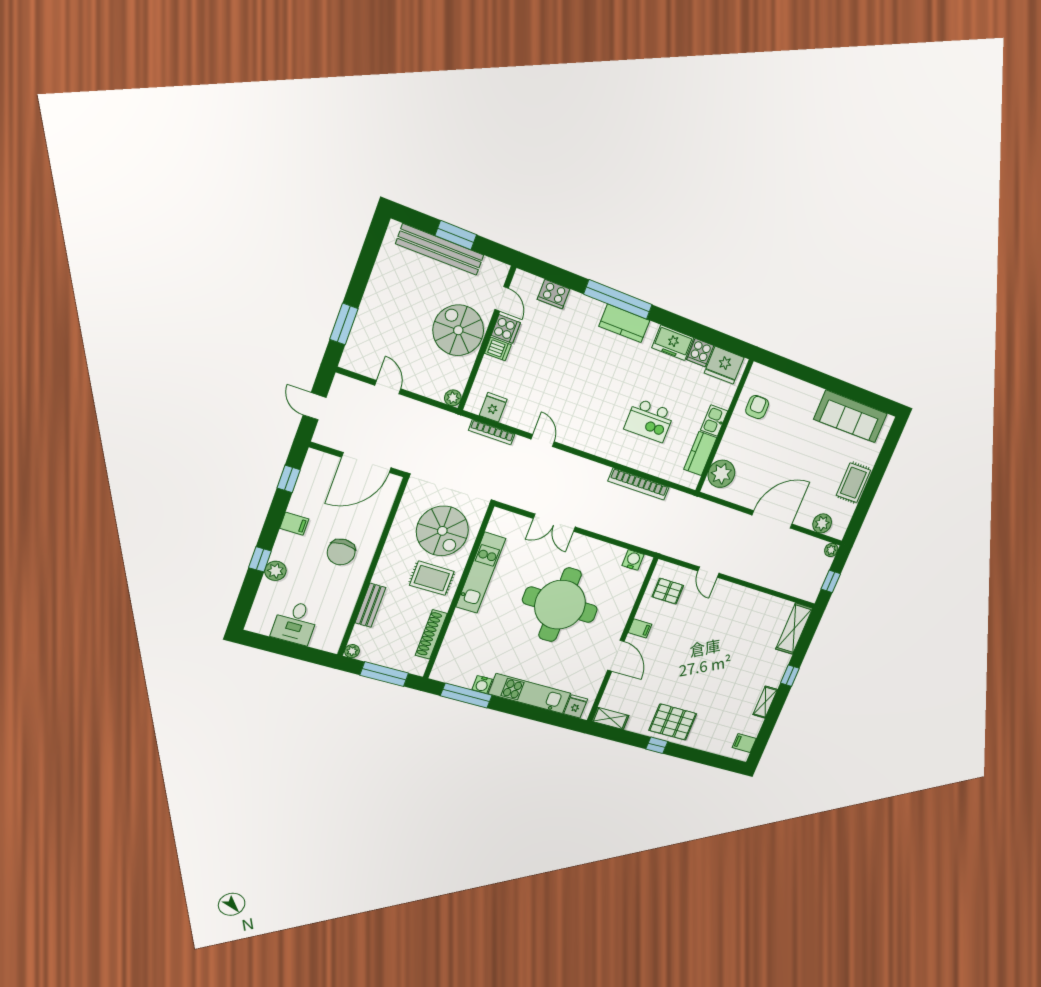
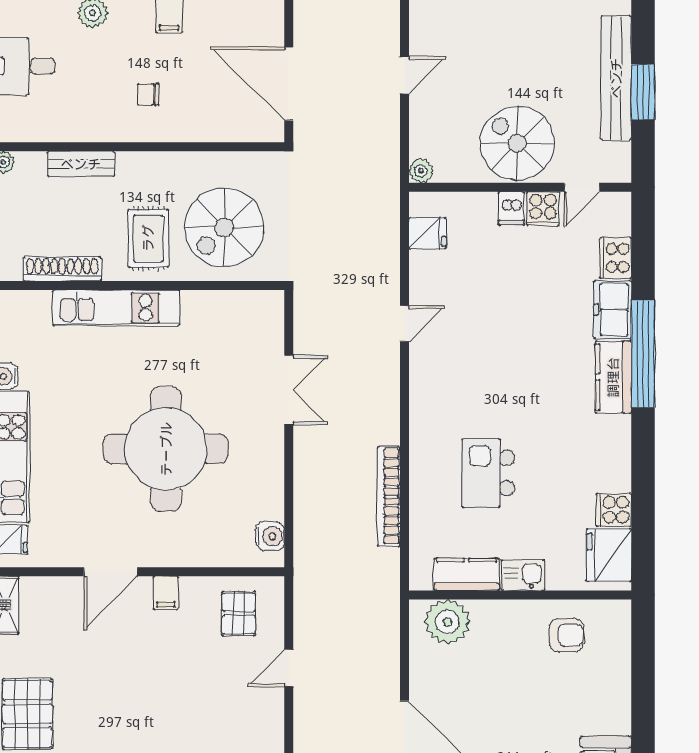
spiral stairs: (458, 330) -> (517, 143), turned -90
freezer: (673, 343) -> (613, 310), moved
bookcase: (492, 432) -> (391, 245), removed
double door: (554, 523) -> (289, 390), swing flipped
chair: (341, 552) -> (148, 94), width x0.54, depth x0.54
kitchen unit: (481, 573) -> (116, 308), moved

